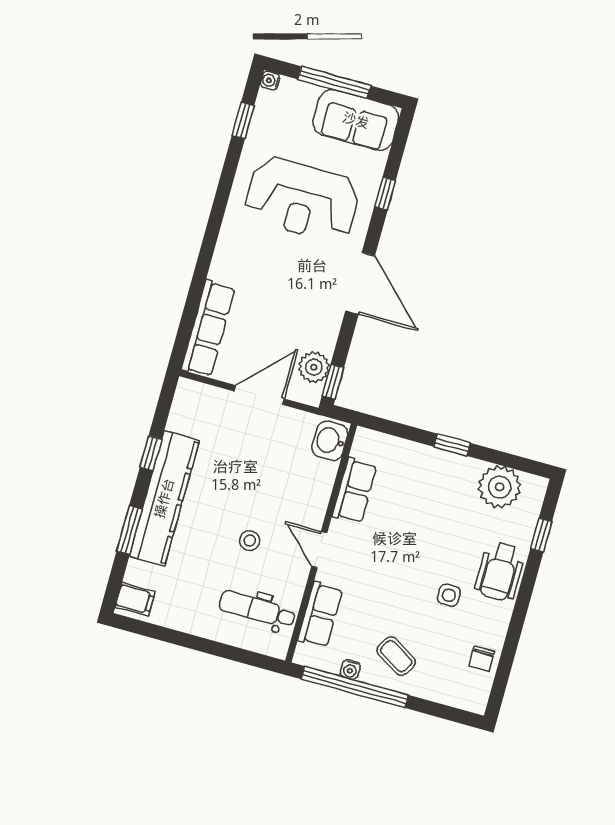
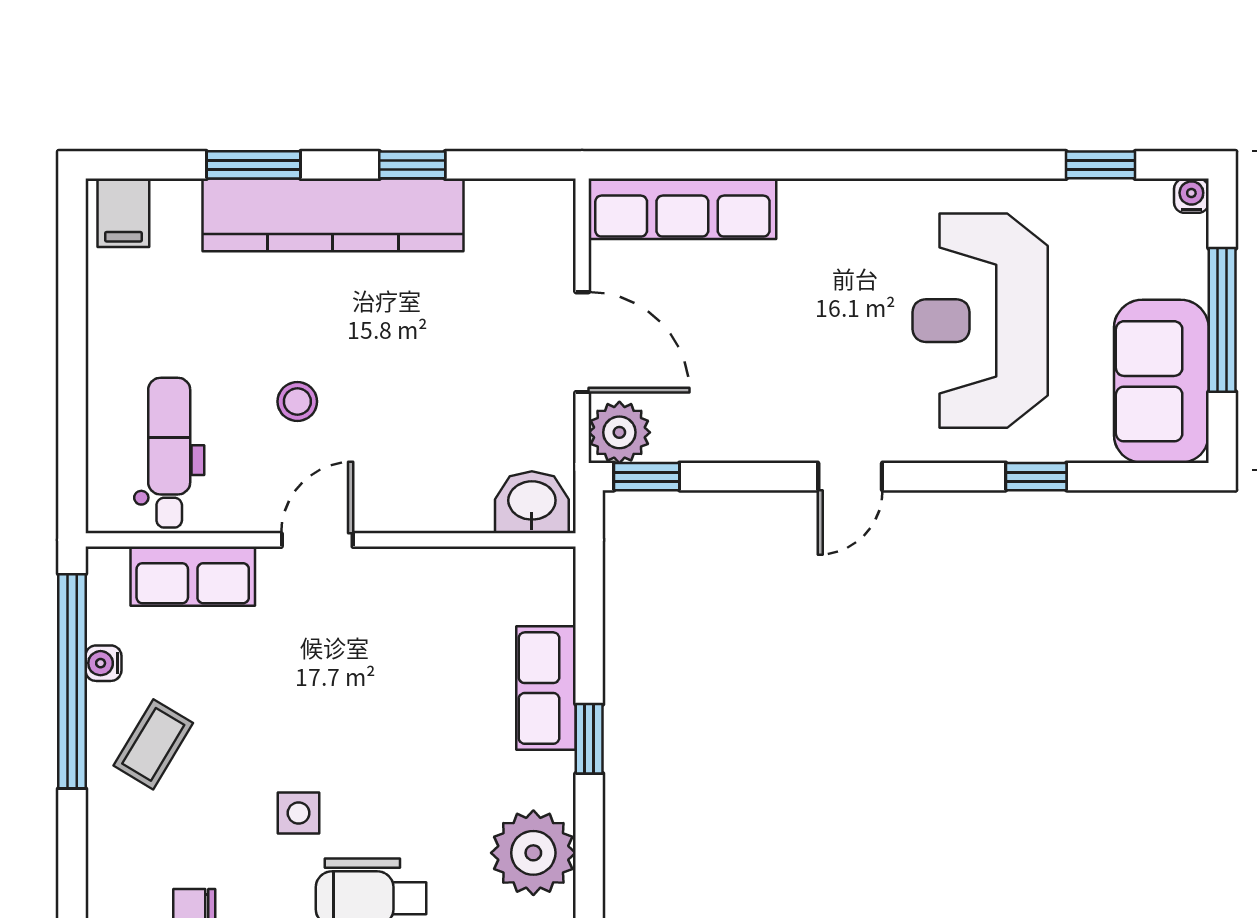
door: (360, 283) -> (850, 477), width x0.53
plant: (314, 367) -> (619, 432), moved
row of seats: (354, 491) -> (546, 688), moved, turned 90

